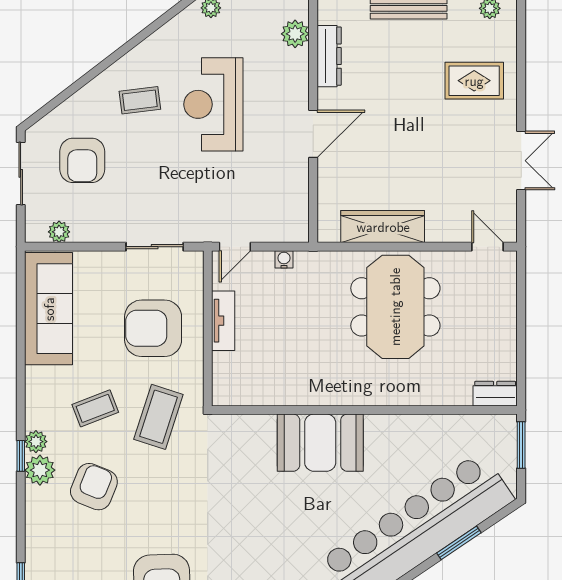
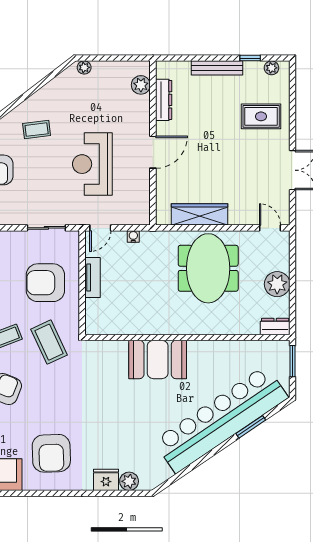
reception desk: (213, 104) -> (92, 164), moved
plant: (498, 330) -> (277, 284), added
coffee table: (158, 417) -> (49, 342), turned -43

